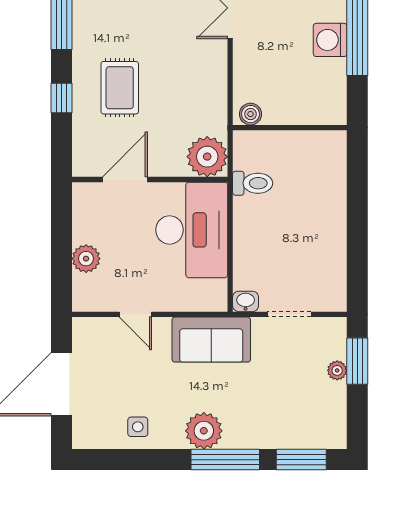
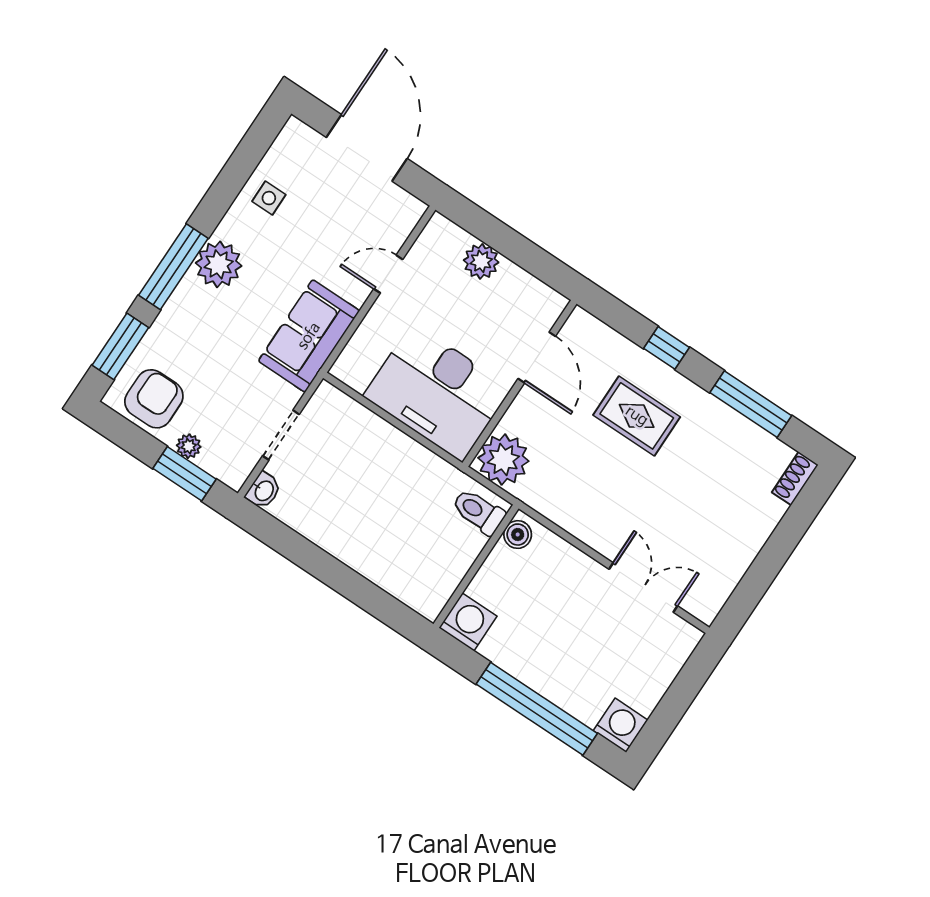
washing machine: (330, 40) -> (468, 622), moved
toilet: (253, 183) -> (478, 512), moved, turned 90
washbasin: (246, 301) -> (264, 490), moved
armchair: (321, 414) -> (154, 399), added

